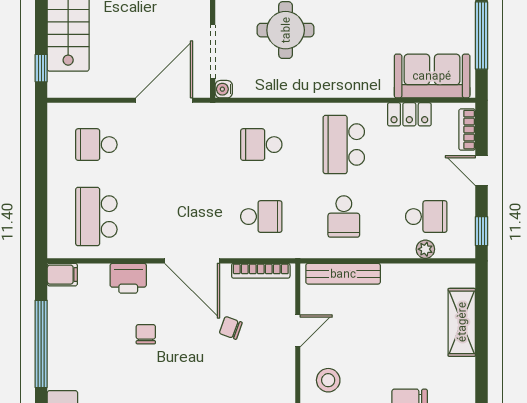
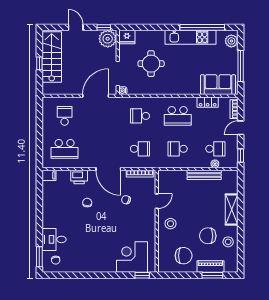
window: (41, 68) -> (39, 63), moved
school desk: (96, 145) -> (65, 116), turned 90
school desk: (344, 145) -> (178, 116), turned -90
door: (481, 171) -> (241, 128), hinge flipped
school desk: (96, 217) -> (65, 149), turned -90
school desk: (344, 217) -> (178, 149), turned 90
bench: (343, 274) -> (204, 175), moved
shelving: (462, 322) -> (232, 210), moved
window: (41, 344) -> (39, 207), removed

